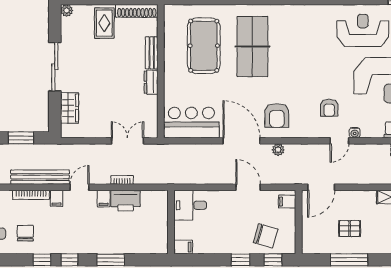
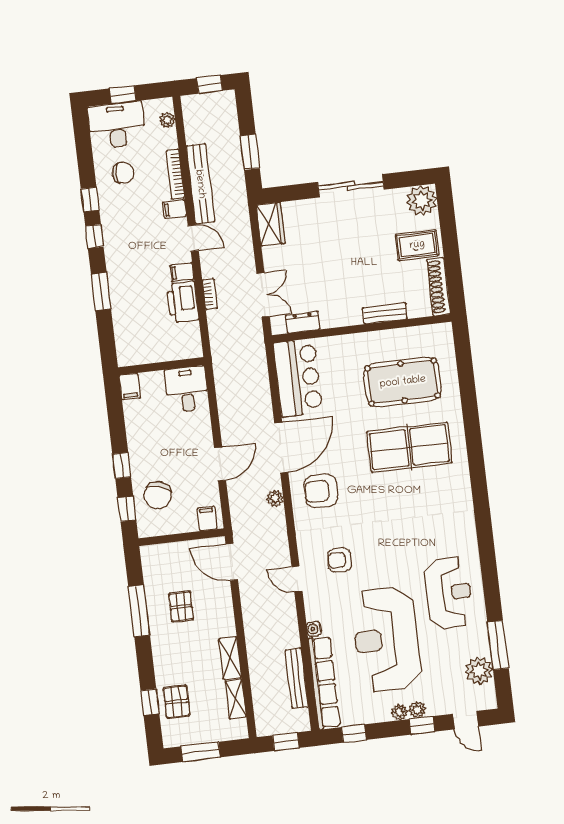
plant: (67, 10) -> (422, 201), width x1.87, depth x1.87
dresser: (151, 82) -> (303, 322), moved
wardrobe: (70, 108) -> (271, 224), moved, turned -90
water cooler: (355, 133) -> (314, 629), moved

